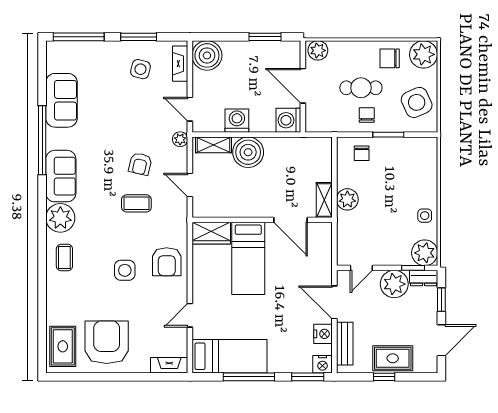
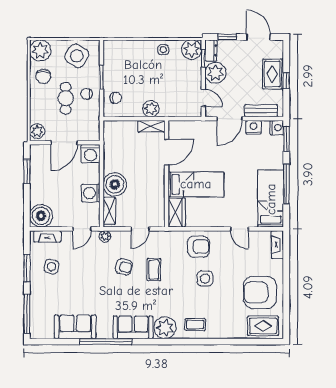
side table: (417, 102) -> (77, 56), turned -35

